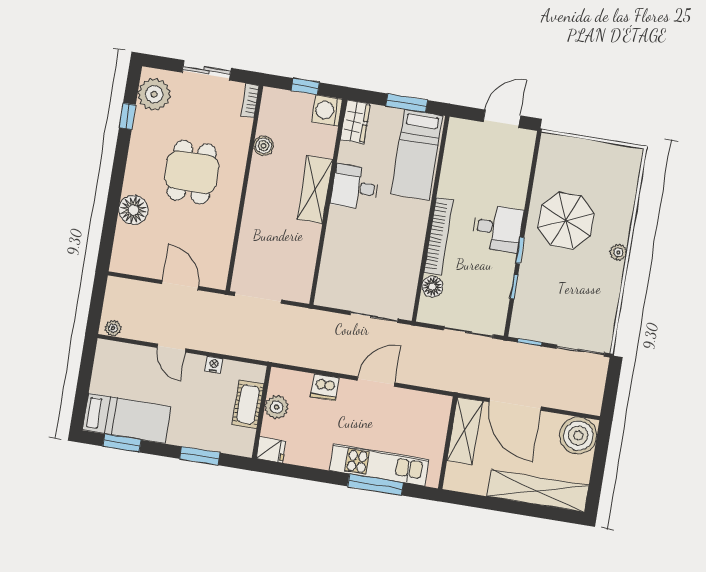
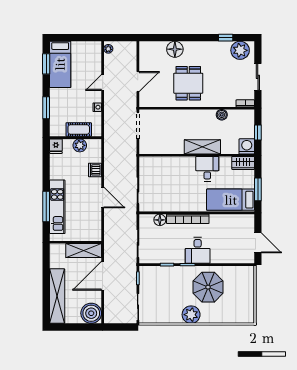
dining table: (192, 172) -> (188, 83), moved, turned 90
plant: (618, 252) -> (191, 315), width x1.87, depth x1.87

